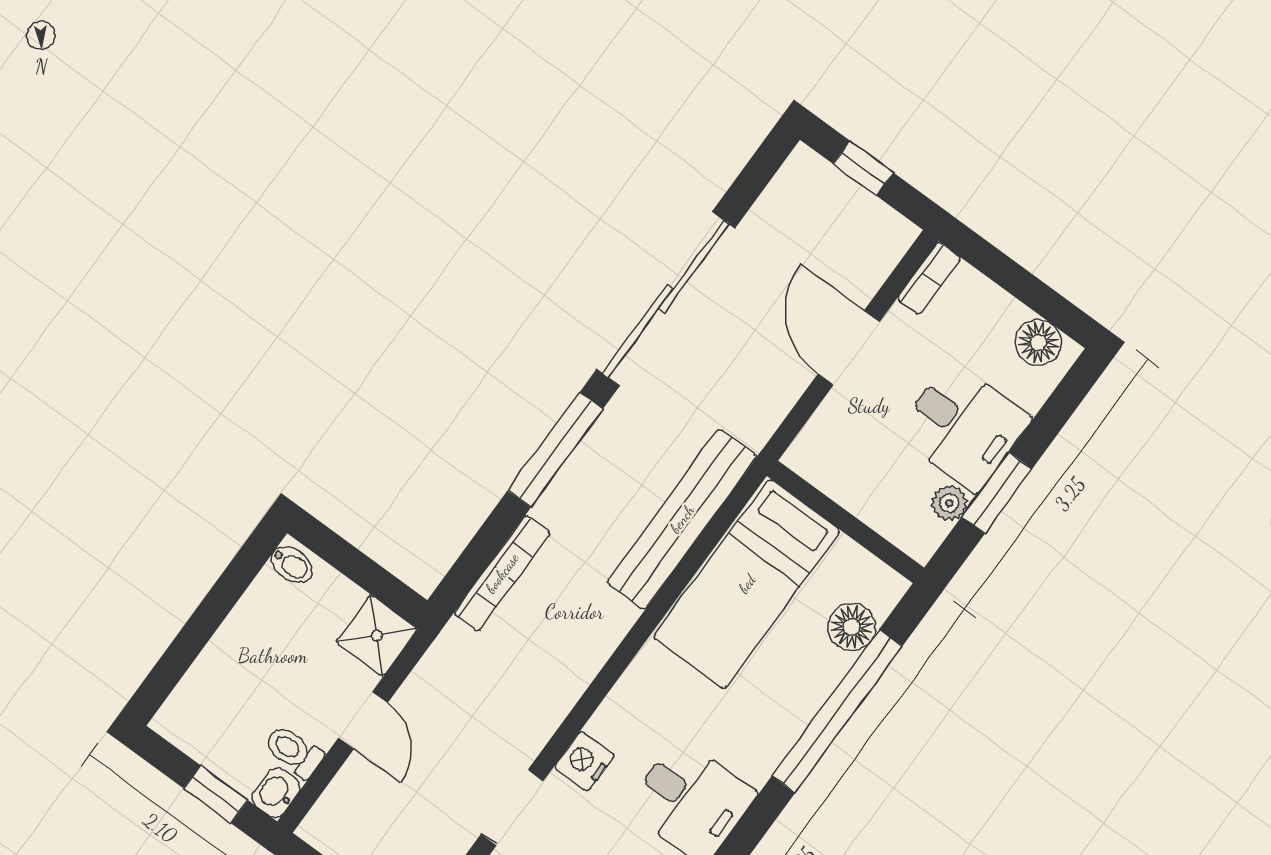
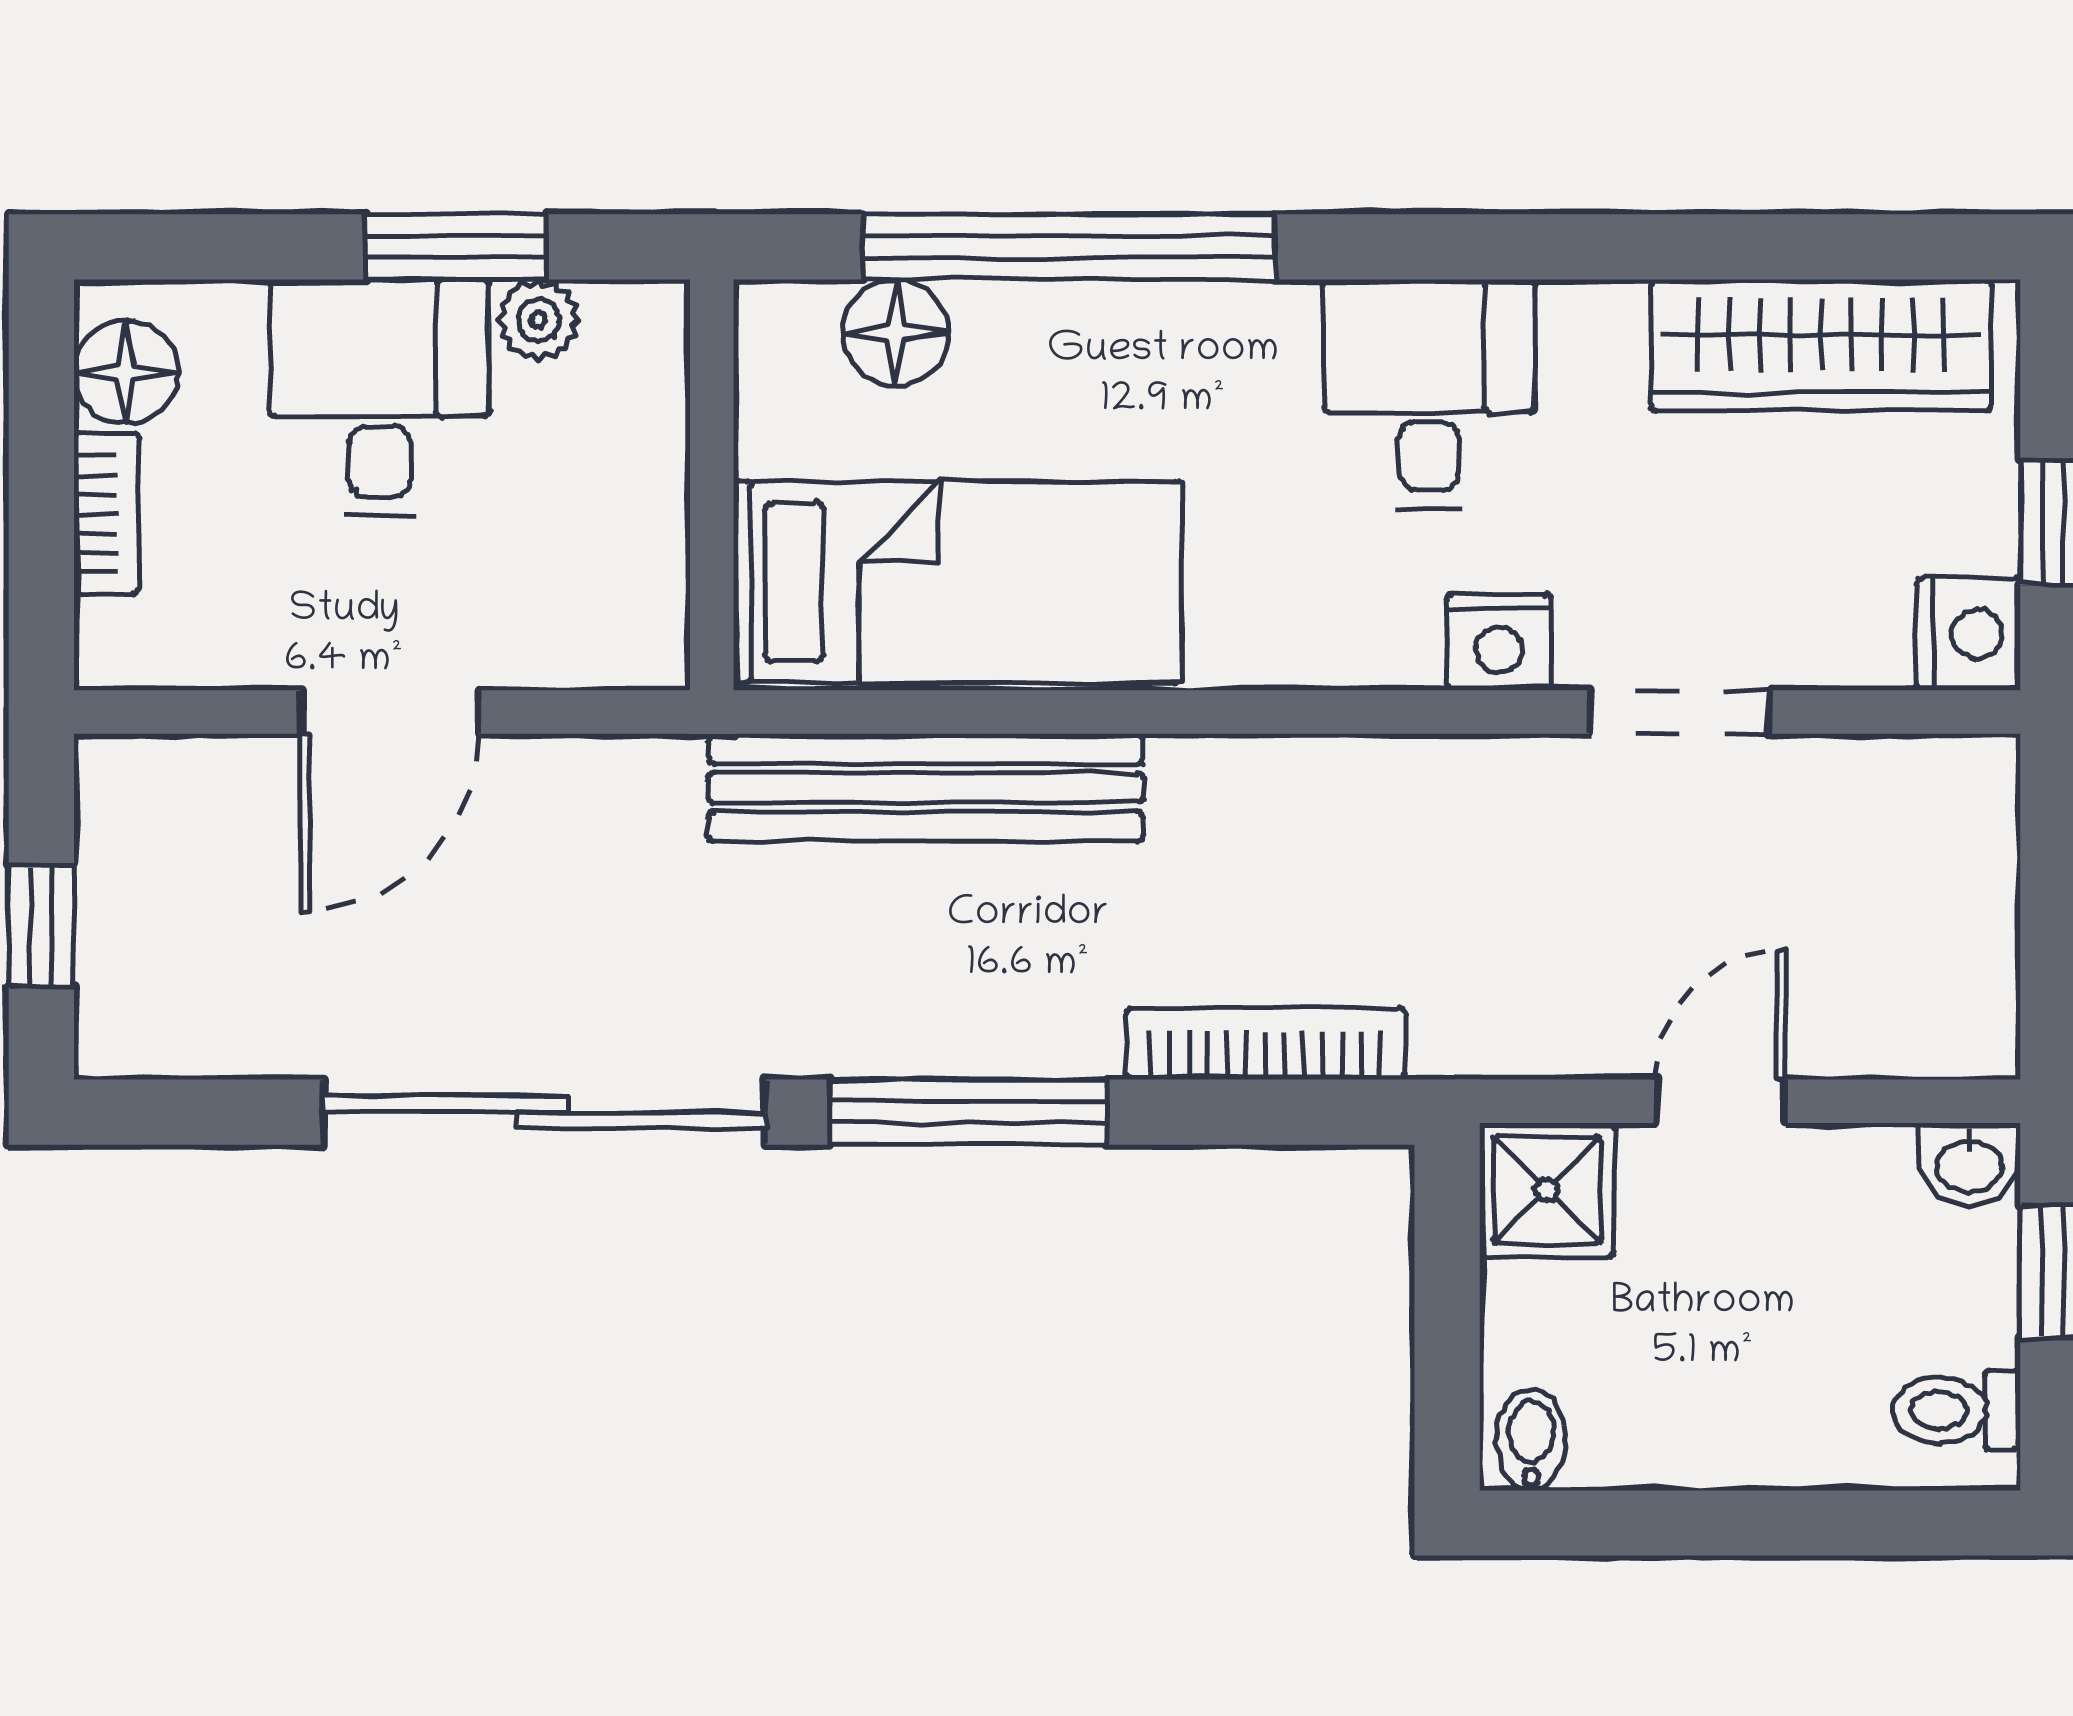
bookcase: (929, 278) -> (106, 514), moved, turned 90
toilet: (294, 751) -> (1956, 1410), moved, turned 90

